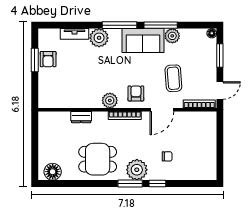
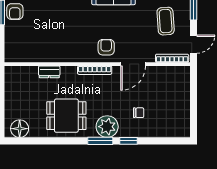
coffee table: (173, 78) -> (166, 21), moved
plant: (110, 100) -> (79, 55), removed

